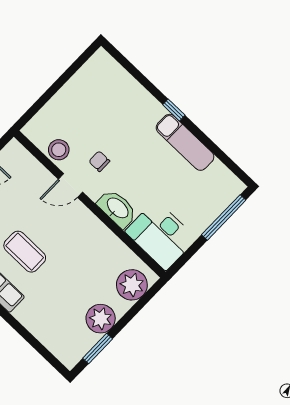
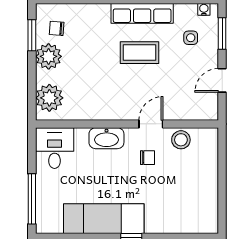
exam couch: (185, 142) -> (104, 219), width x1.36, depth x1.45
desk: (161, 235) -> (55, 148), width x0.73
chair: (72, 335) -> (57, 28), added

